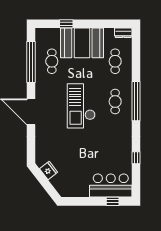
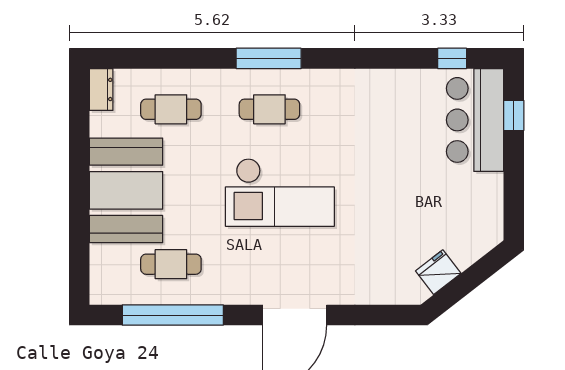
window: (66, 24) -> (79, 229), removed
window: (136, 101) -> (269, 58), width x0.68
window: (136, 158) -> (452, 58), moved

